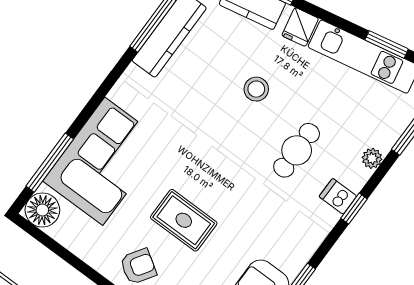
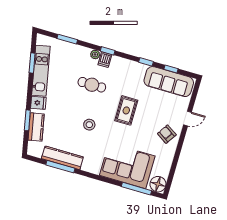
stool: (256, 89) -> (89, 125), moved
plant: (372, 158) -> (95, 54), moved
rug: (184, 220) -> (126, 110), moved

